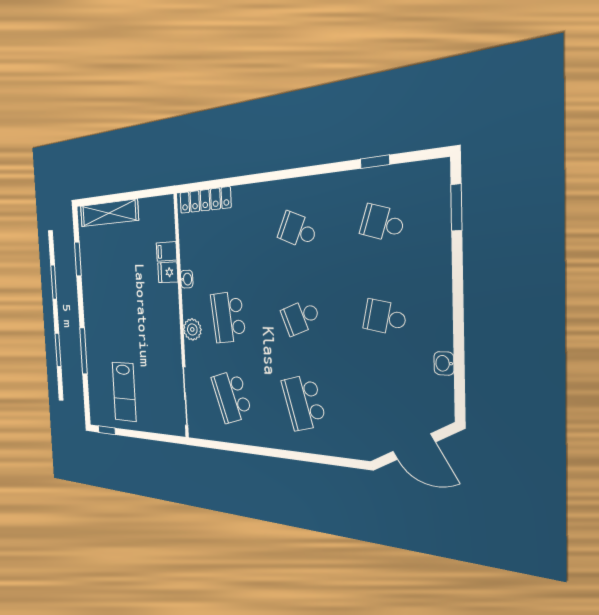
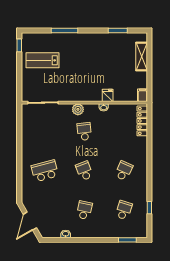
shelving: (109, 213) -> (142, 57), width x0.68
filing cabinet: (167, 251) -> (142, 95), moved
school desk: (228, 317) -> (84, 131), width x0.54
school desk: (232, 397) -> (45, 131), removed

